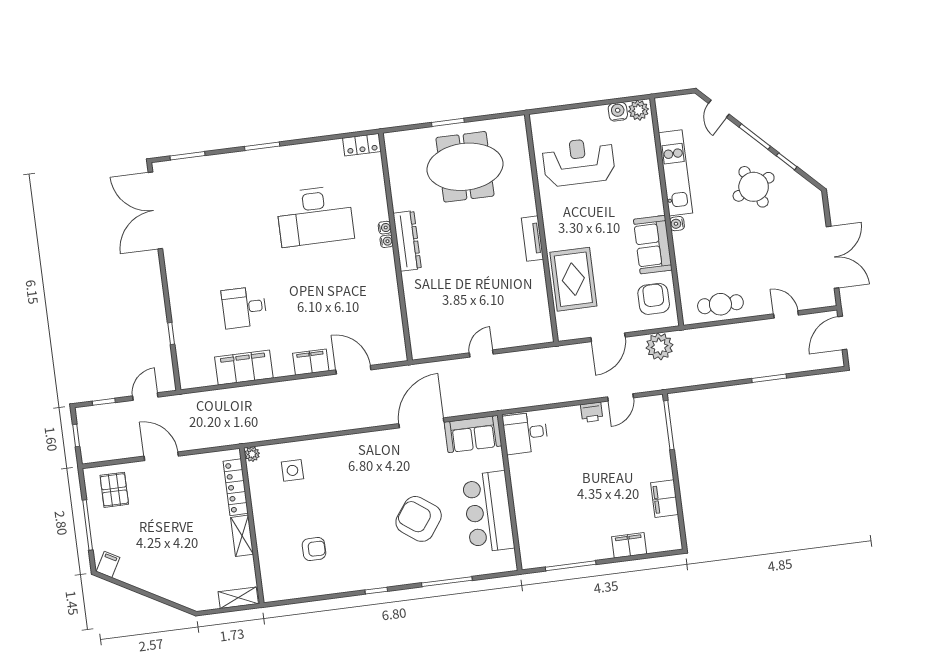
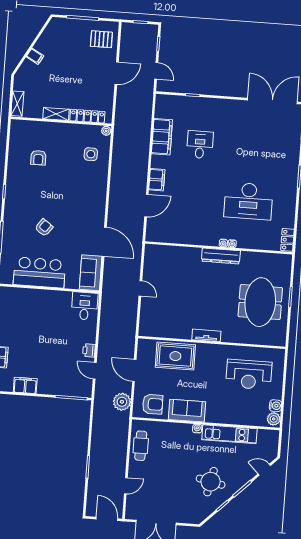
reception desk: (579, 162) -> (249, 374), turned 90
round table: (754, 187) -> (211, 482), turned 36
desk: (315, 216) -> (248, 201), turned -90
armchair: (419, 519) -> (44, 228), width x0.53, depth x0.53
filing cabinet: (108, 565) -> (35, 56), moved

